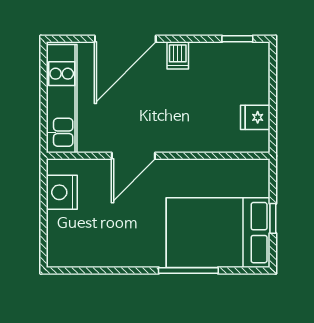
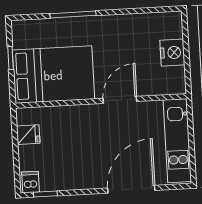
dishwasher: (178, 55) -> (31, 182), moved
nightstand: (62, 192) -> (172, 53), moved
bed: (218, 233) -> (53, 75), moved

